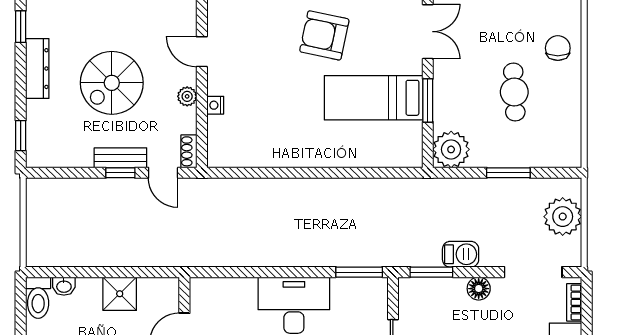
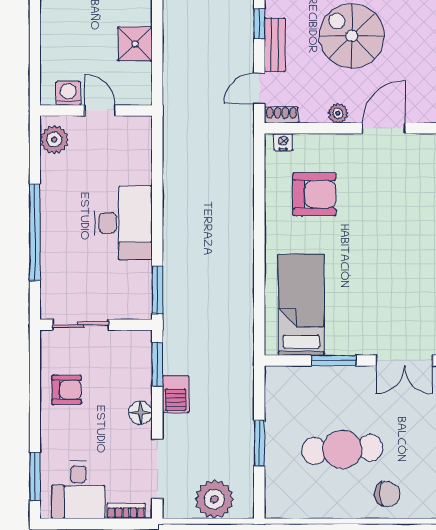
armchair: (324, 35) -> (314, 194), moved, turned 78
door: (202, 52) -> (384, 128), width x1.38
cafe table: (514, 92) -> (342, 449), width x1.37, depth x1.35
bed: (374, 98) -> (301, 305), moved
nightstand: (215, 105) -> (283, 142), moved
plant: (451, 149) -> (283, 384), removed
window: (120, 173) -> (259, 24), moved

